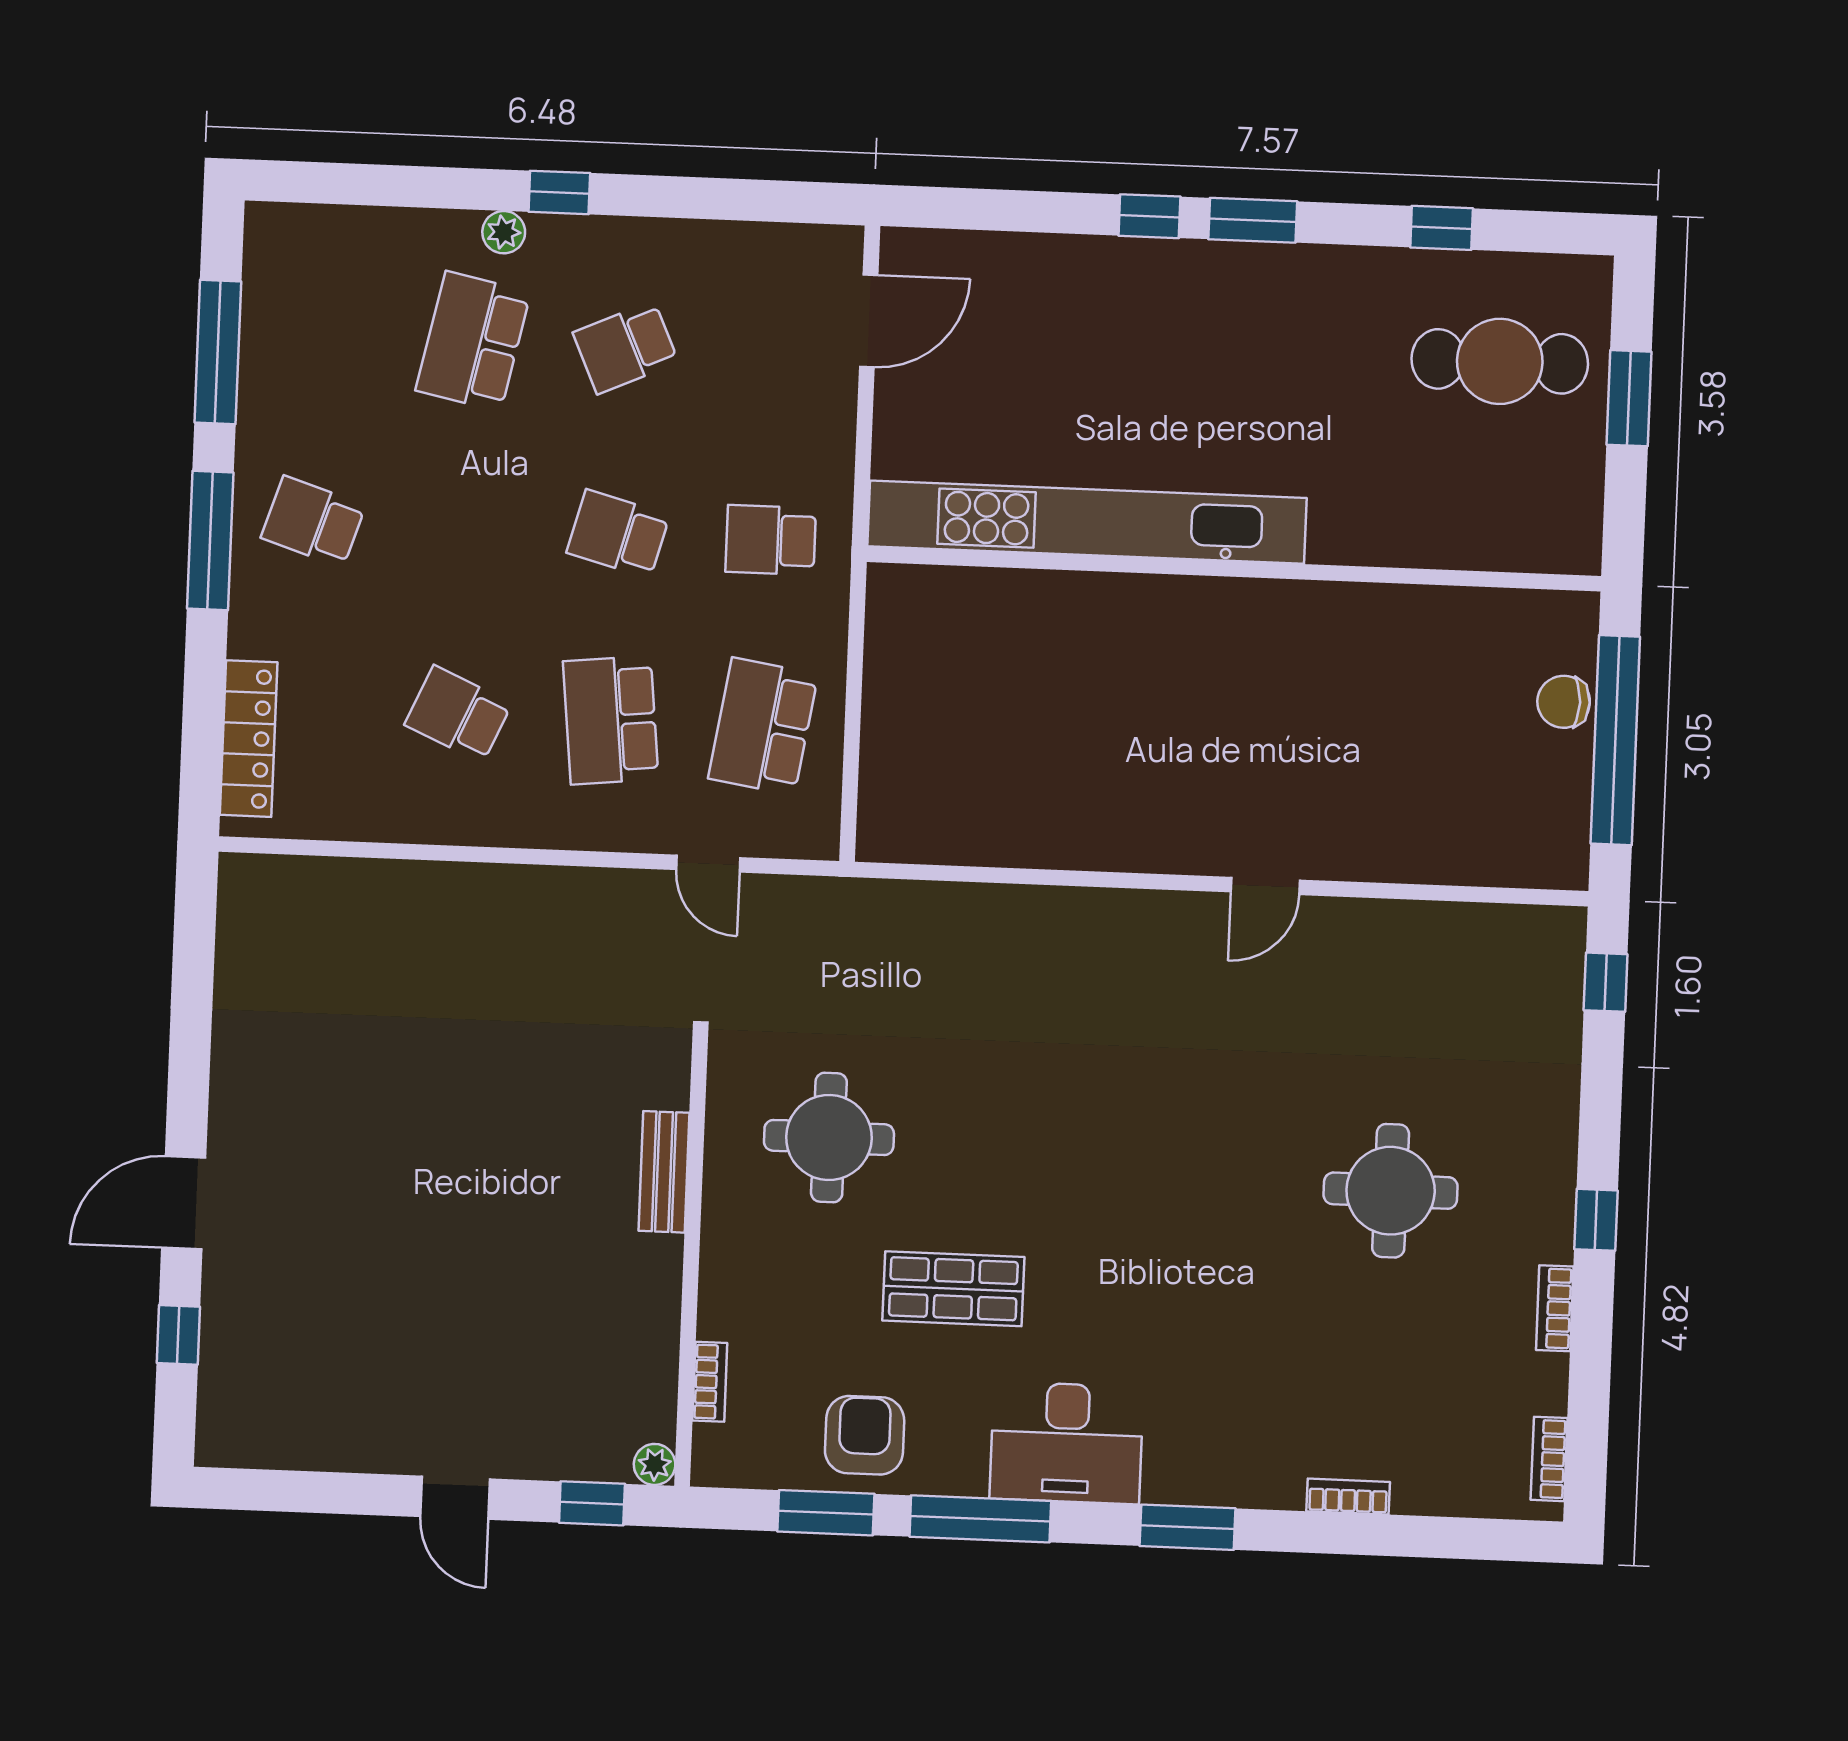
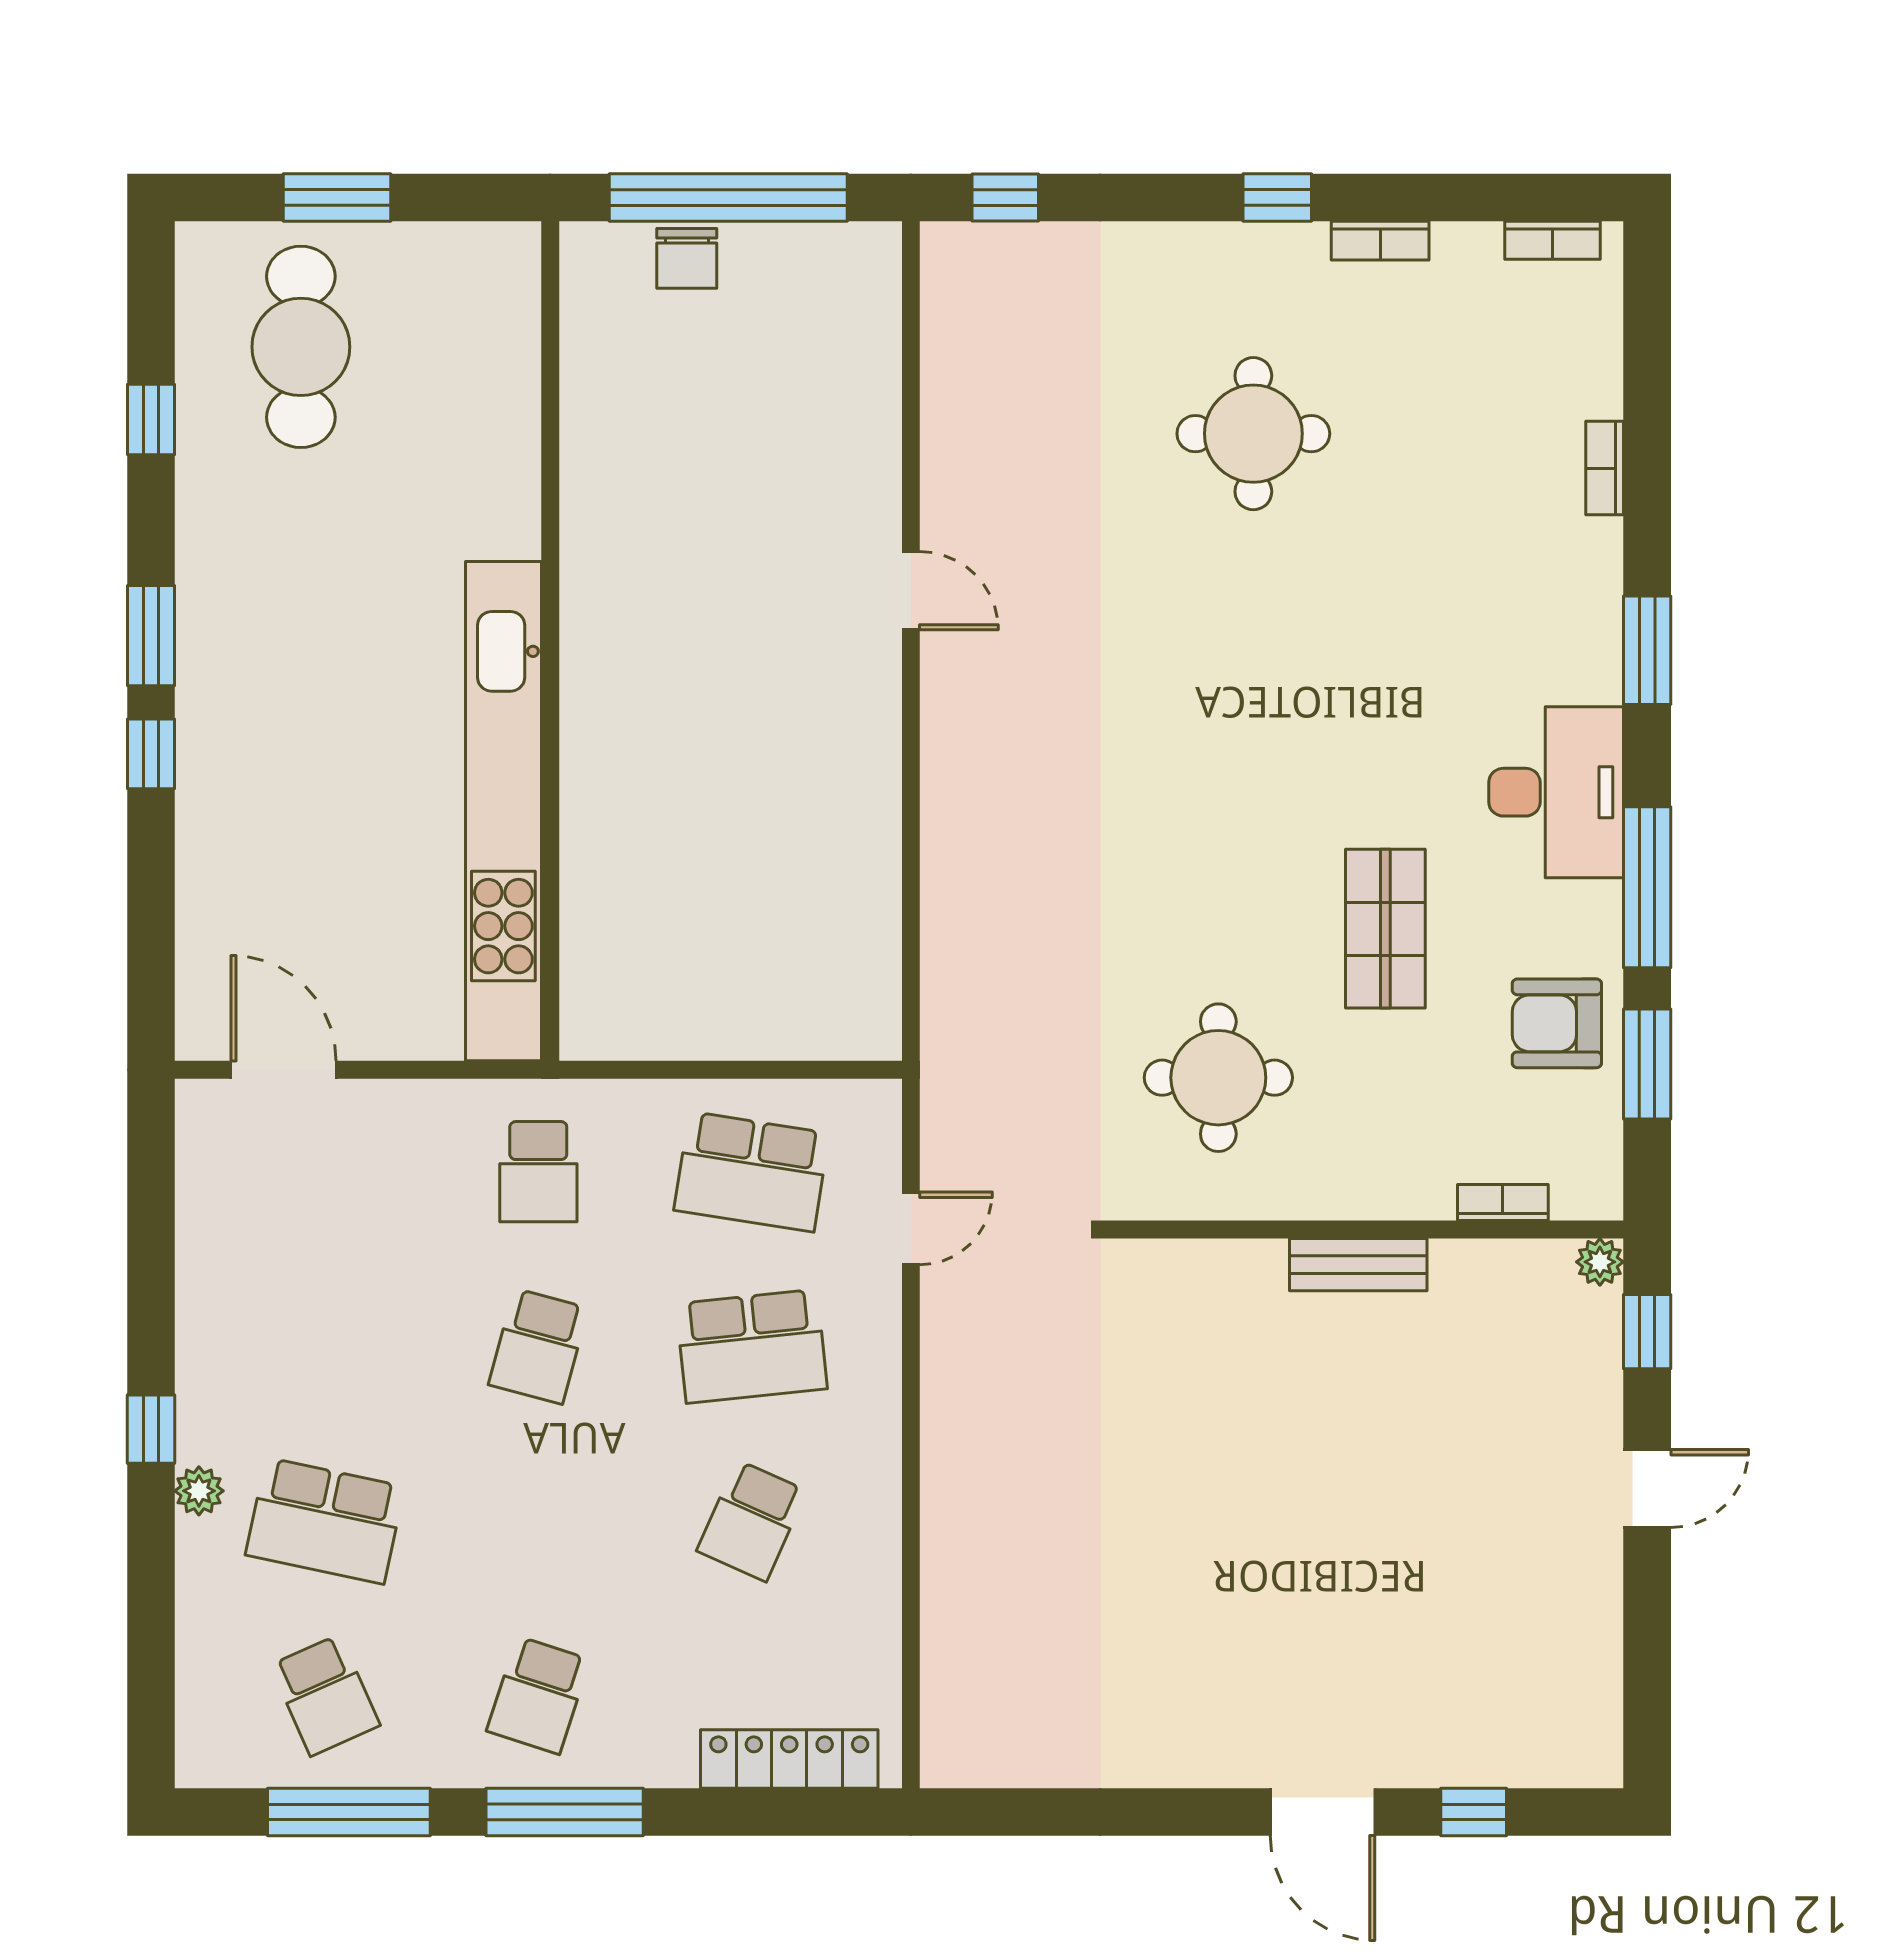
school desk: (626, 347) -> (325, 1695), moved
bench: (664, 1172) -> (1358, 1265), moved

